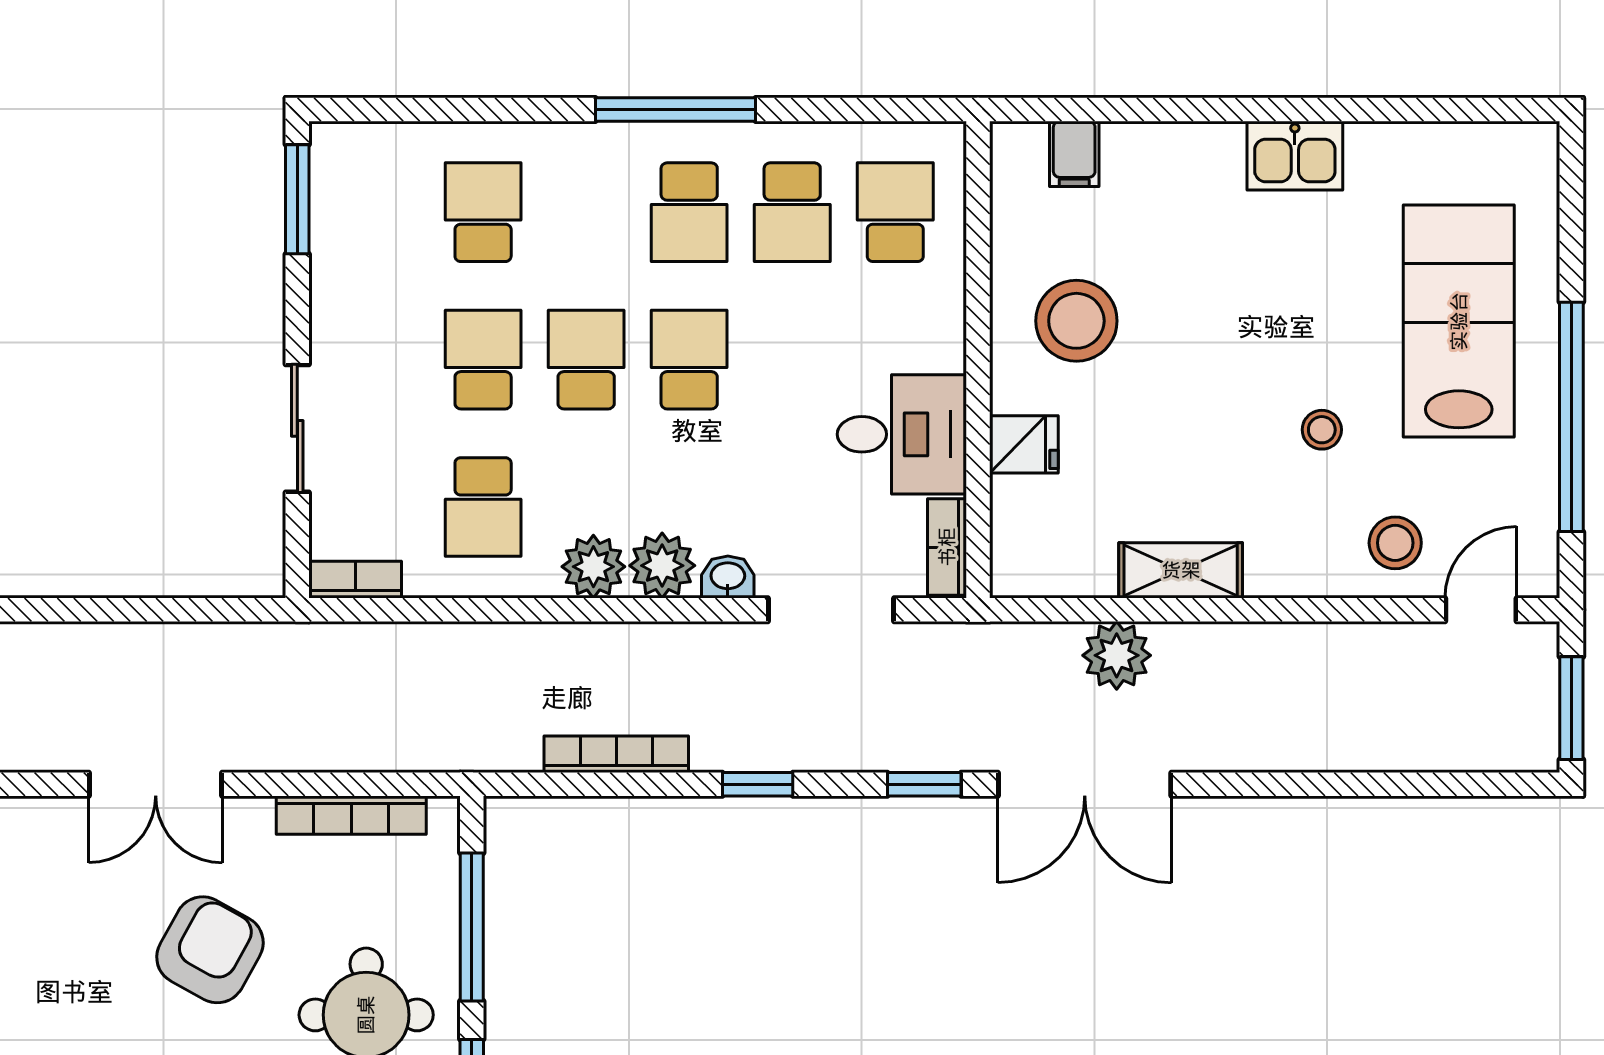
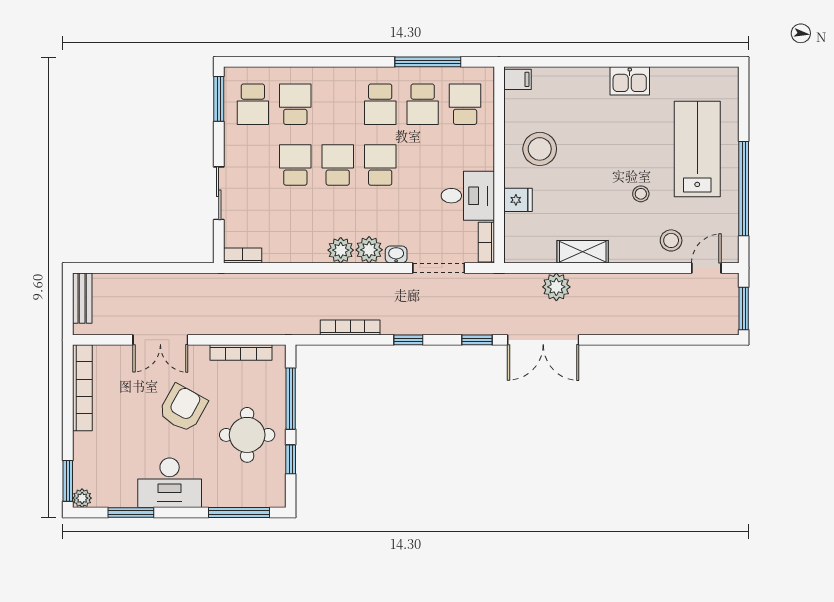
window: (676, 109) -> (428, 62), moved
filing cabinet: (1074, 154) -> (517, 79), moved, turned -90
school desk: (483, 507) -> (253, 104), moved

